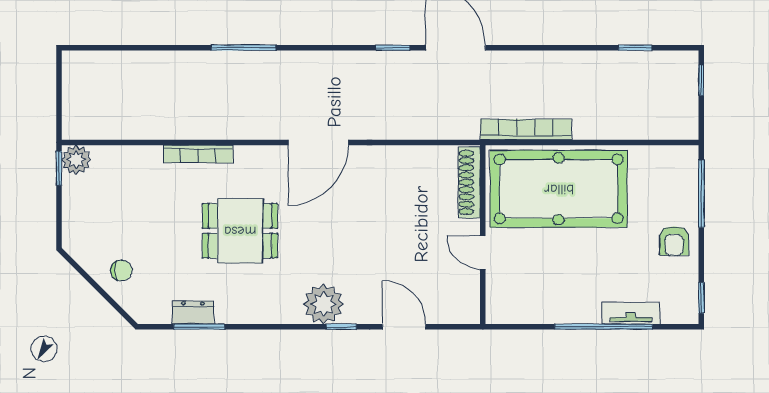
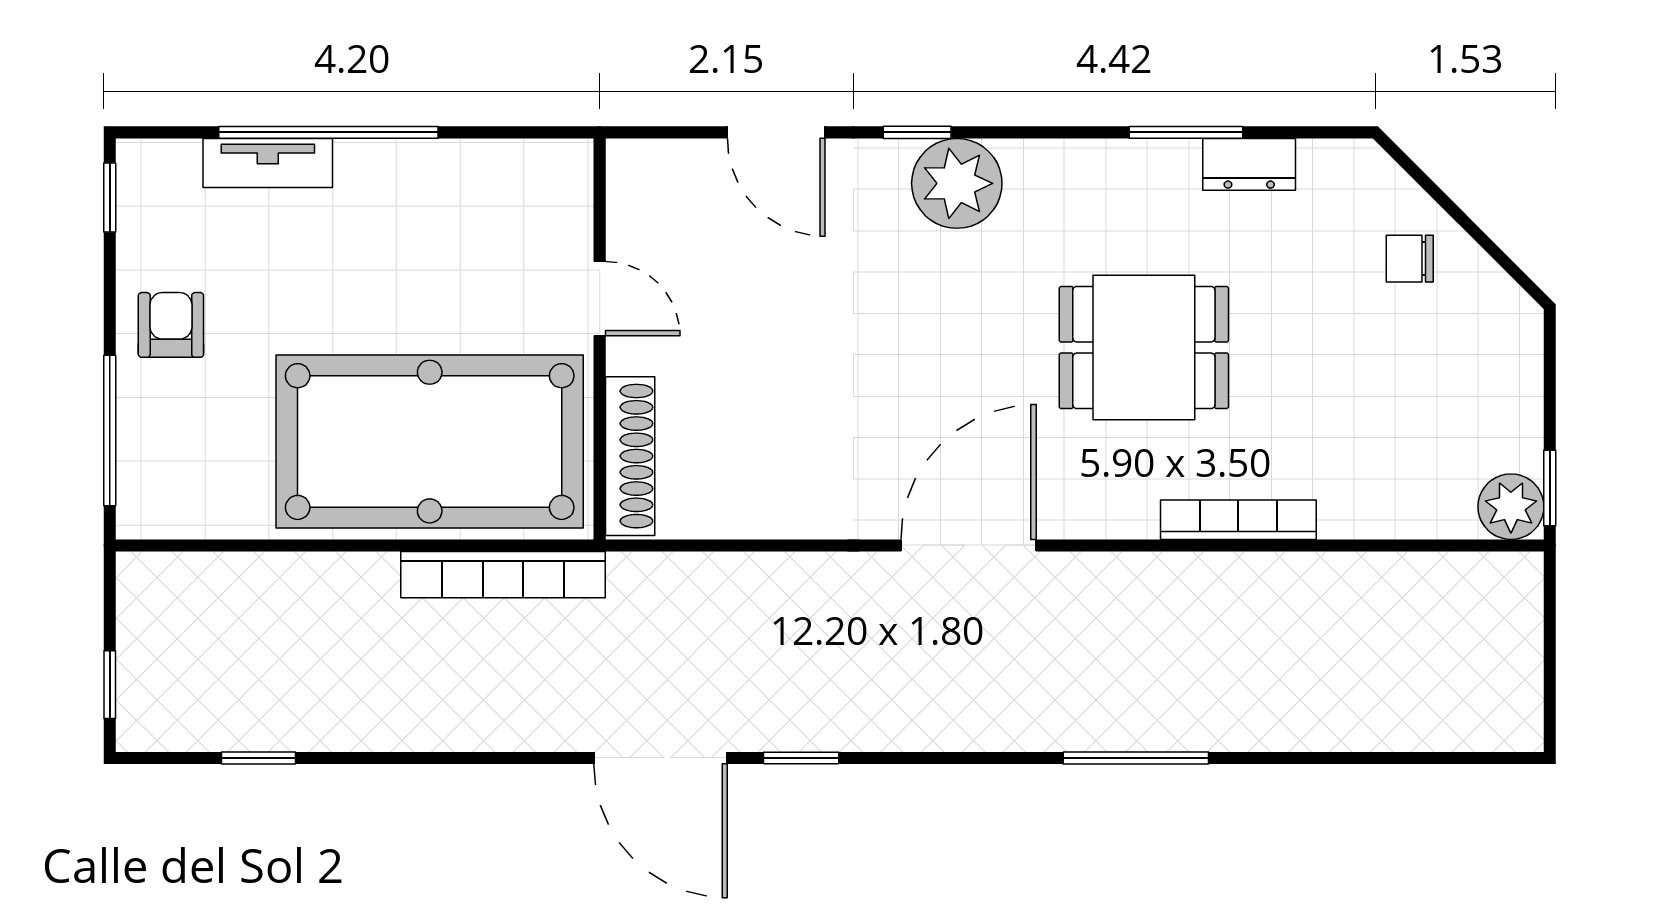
window: (199, 327) -> (1186, 132), moved

